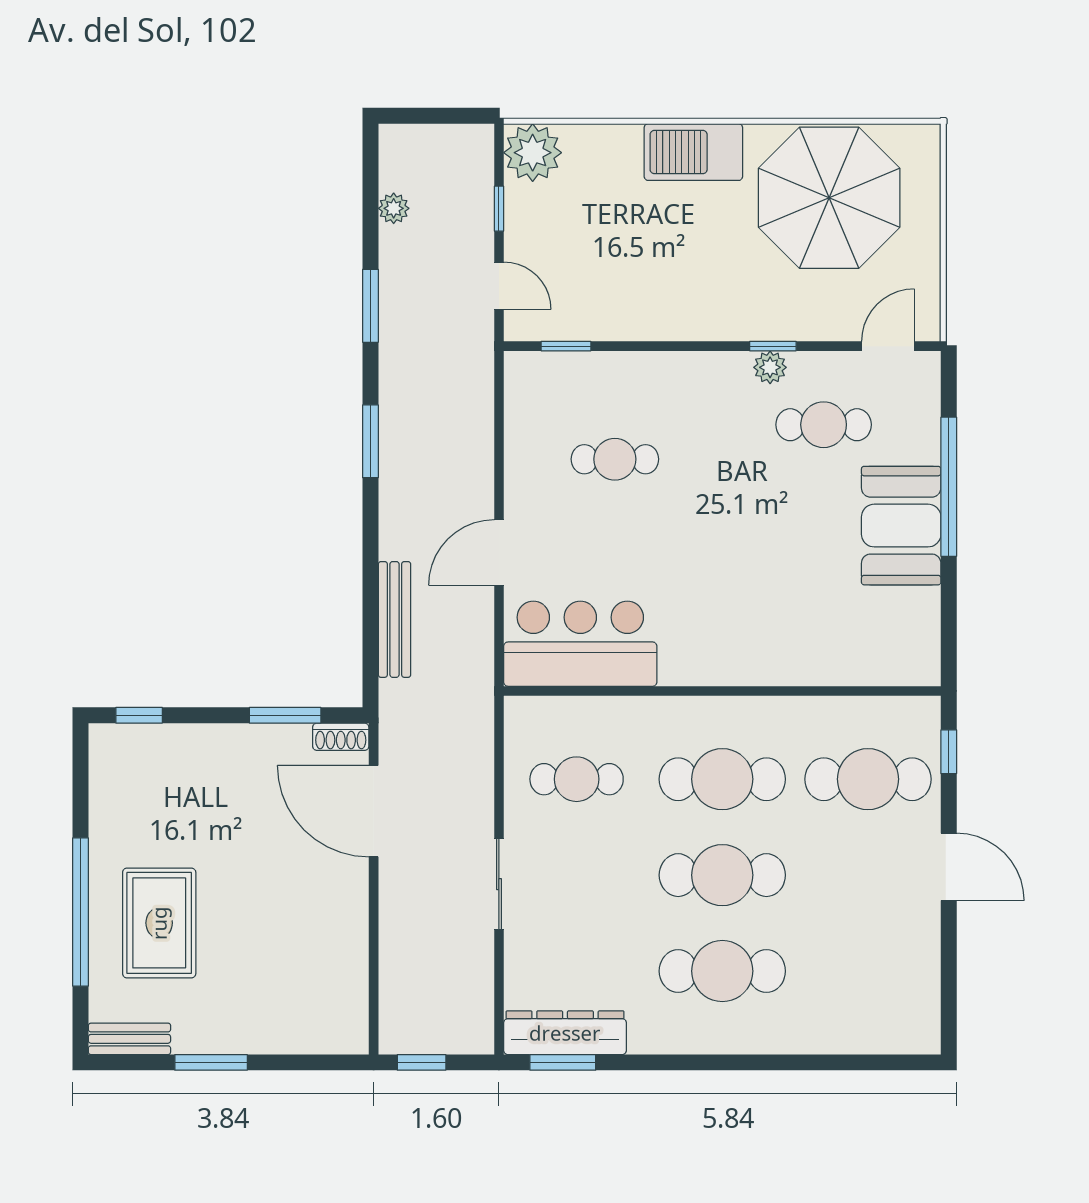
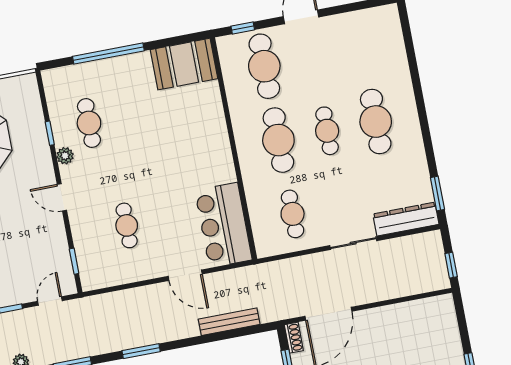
window: (773, 346) -> (50, 133), moved
door: (888, 346) -> (62, 197), moved
booth: (901, 526) -> (184, 64), moved
cafe table: (722, 875) -> (327, 131), width x0.73, depth x0.74
dresser: (565, 1033) -> (406, 219), moved, turned 90

